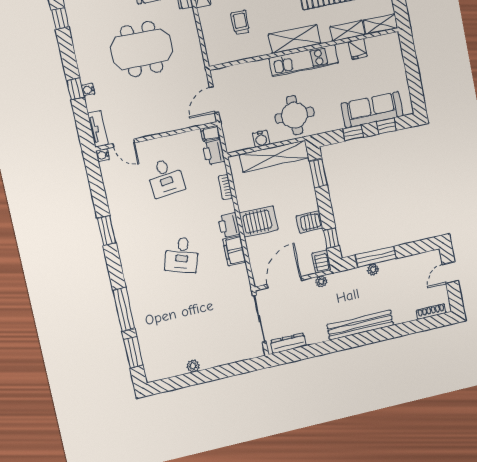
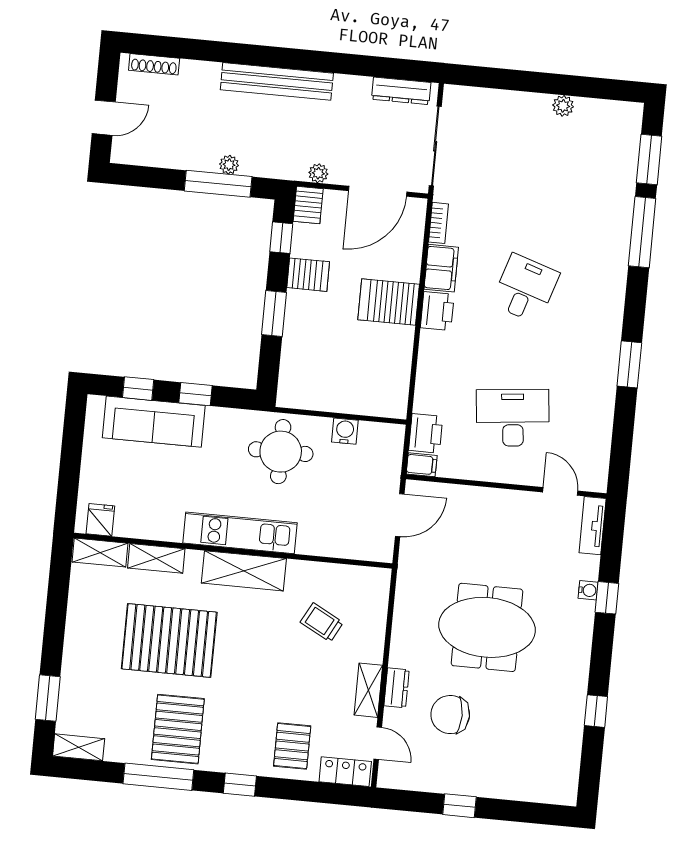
trolley: (240, 22) -> (322, 622), turned 118
fridge: (358, 49) -> (100, 520), moved
water cooler: (103, 155) -> (598, 483), removed
shelving: (274, 156) -> (332, 397), removed
window: (318, 173) -> (274, 314), moved
desk: (165, 178) -> (513, 418), width x1.37
bookcase: (226, 187) -> (438, 223), moved

